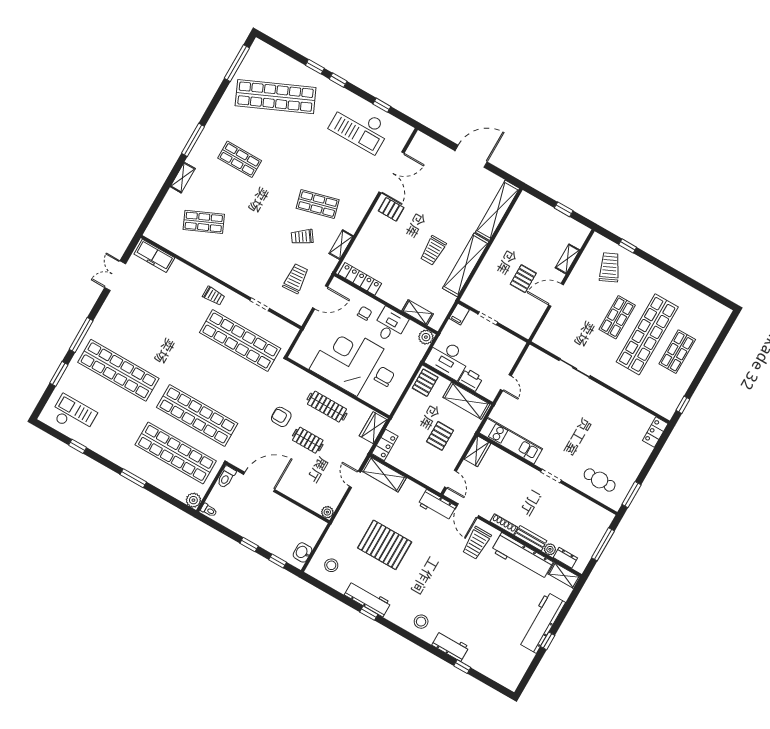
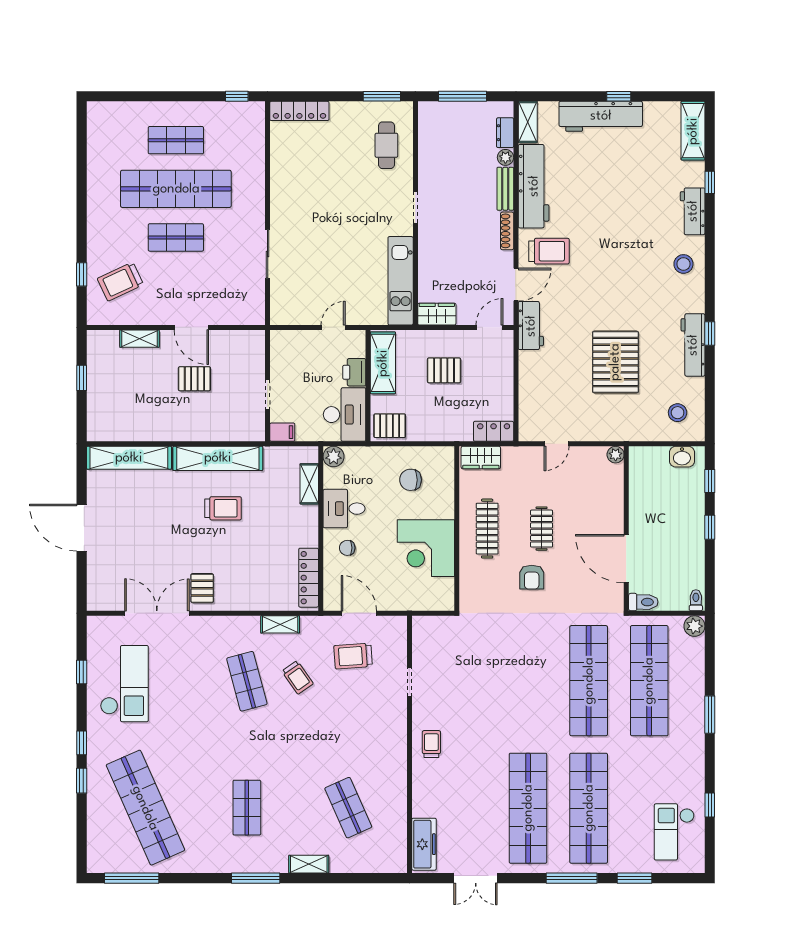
shop shelf: (240, 341) -> (528, 808), moved
corner desk: (347, 359) -> (426, 548), width x0.74, depth x0.74
locker: (655, 432) -> (299, 111), width x1.53
shelving: (384, 474) -> (693, 131), moved

